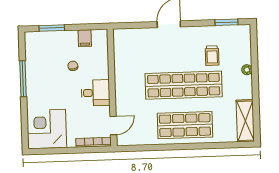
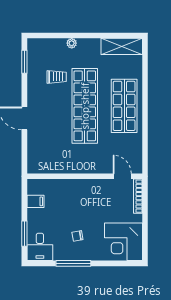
chair: (73, 66) -> (77, 236), moved
desk: (95, 93) -> (40, 247), moved, turned 180

